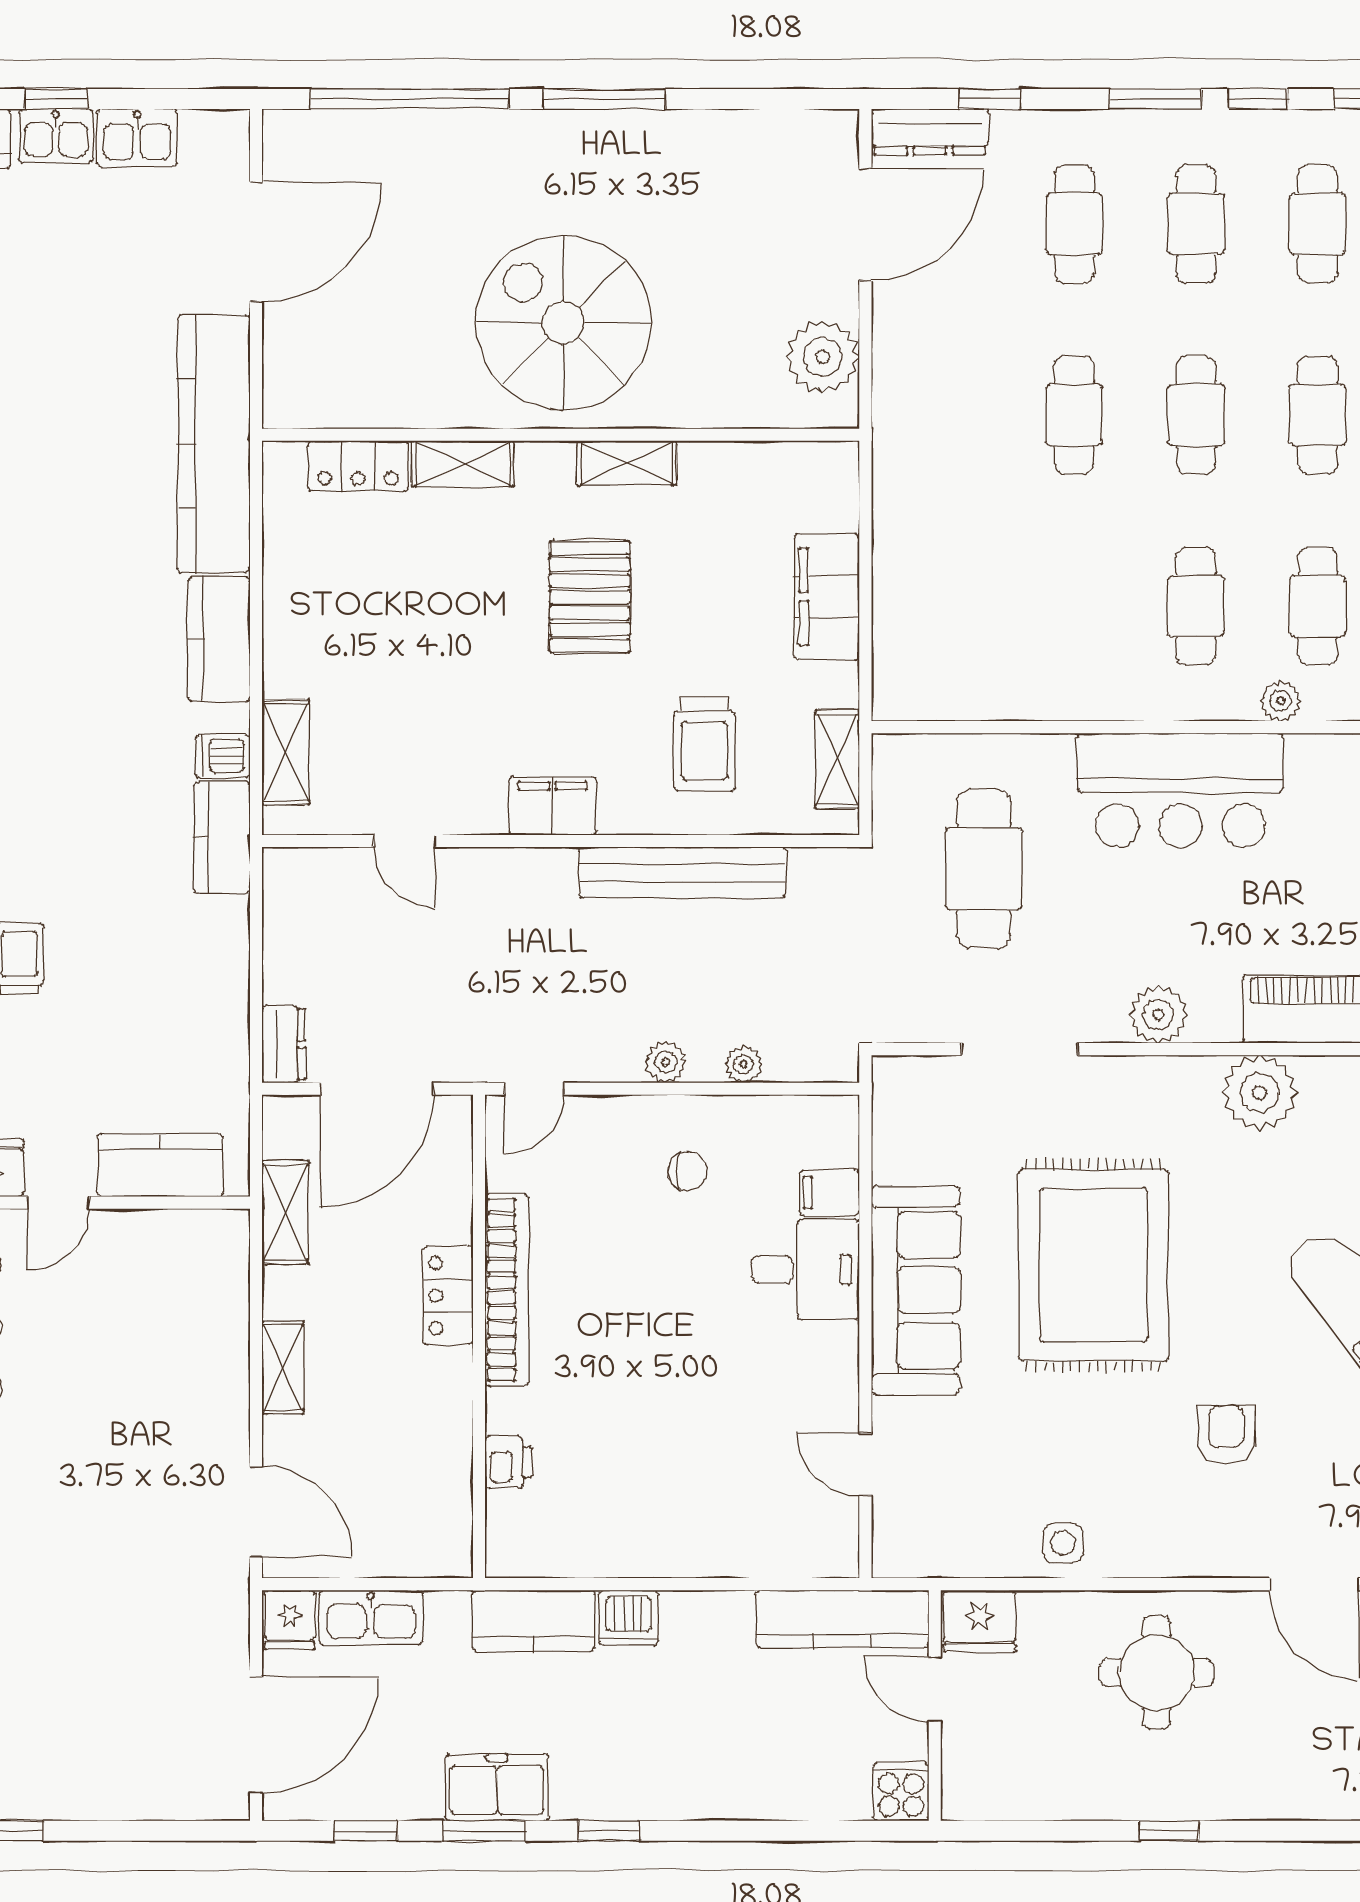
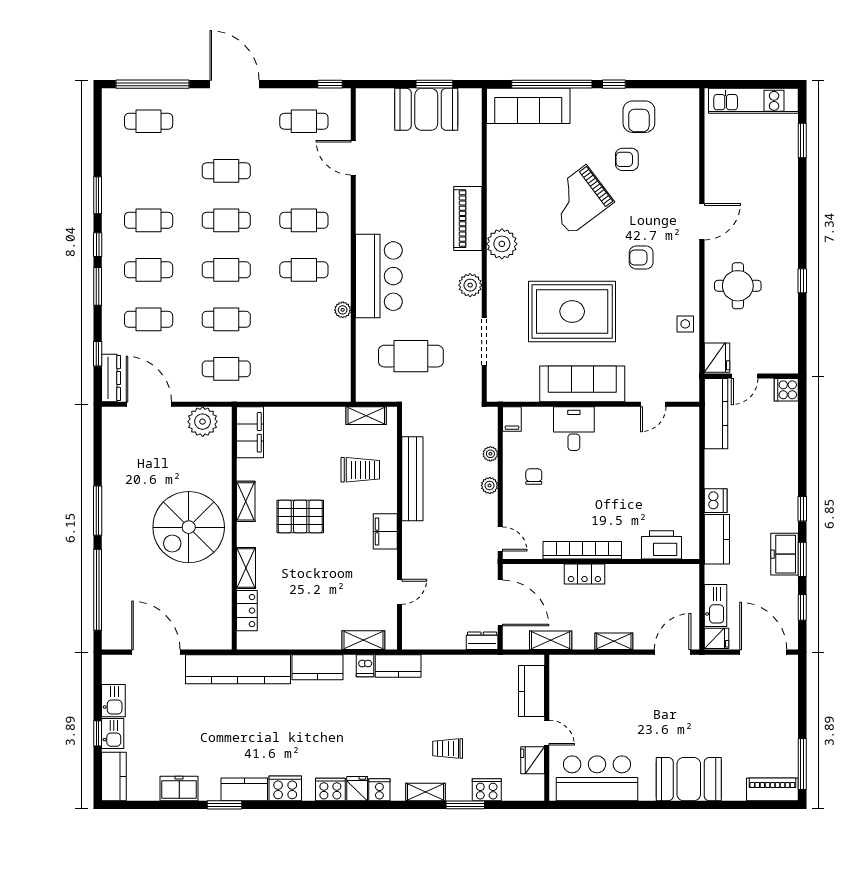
cafe table: (953, 415) -> (226, 369), added
filing cabinet: (827, 597) -> (250, 432), moved, turned -90
plant: (1281, 701) -> (343, 310), moved
filing cabinet: (829, 1193) -> (512, 419), moved
printer: (509, 1462) -> (661, 545), width x1.87, depth x1.48

